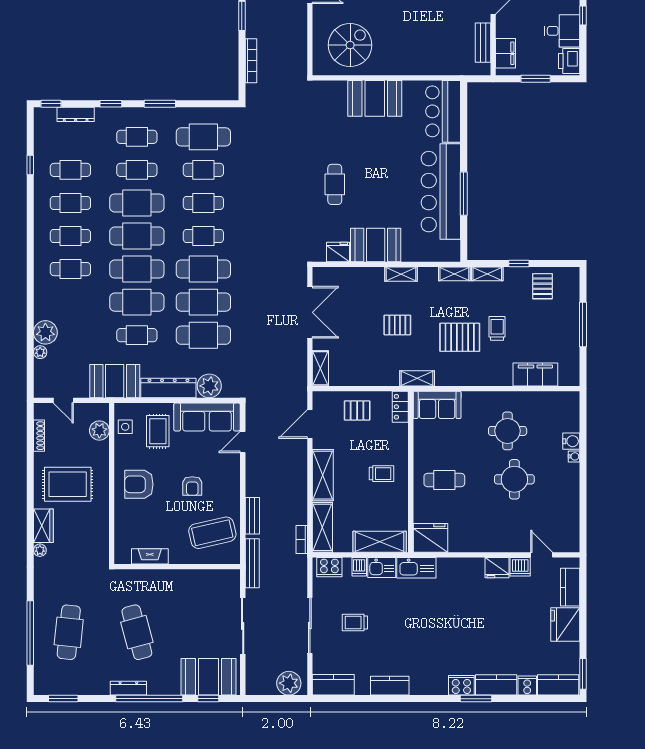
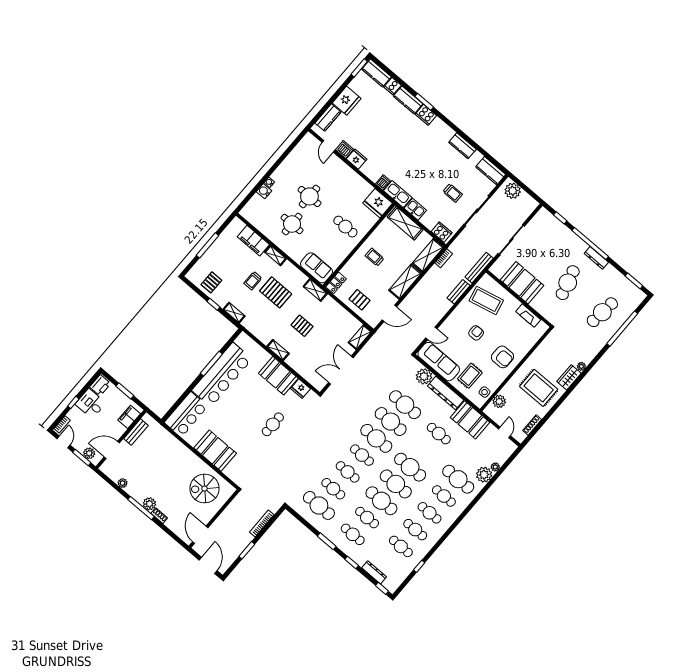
shelving: (454, 274) -> (275, 255), moved
cafe table: (137, 302) -> (458, 479), moved
dishwasher: (359, 567) -> (383, 182), moved
booth: (209, 677) -> (522, 283), moved

